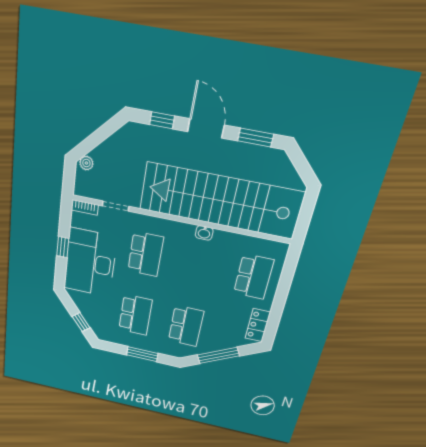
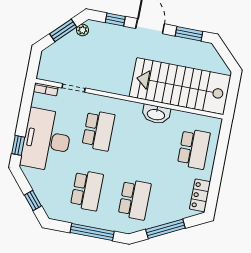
window: (99, 136) -> (63, 30), added
plant: (86, 163) -> (83, 30), moved
stairs: (220, 201) -> (180, 86), width x0.73
washbasin: (204, 233) -> (156, 114), width x1.91, depth x1.45
window: (63, 247) -> (18, 145), moved
window: (142, 354) -> (92, 232), width x1.44

